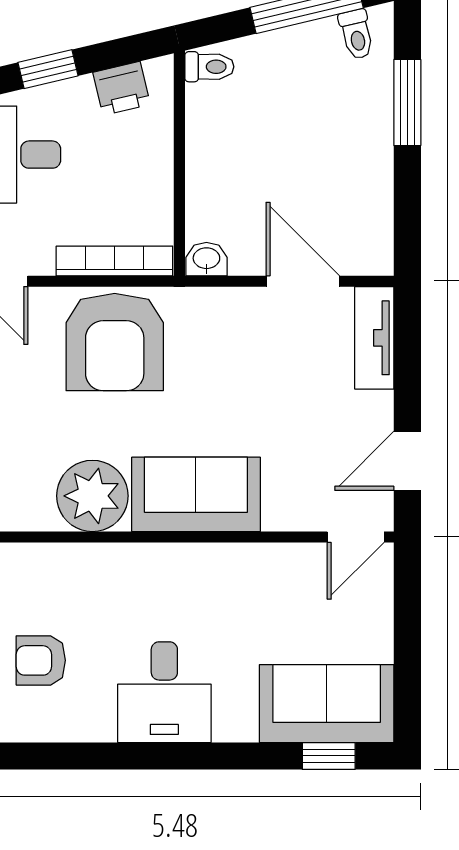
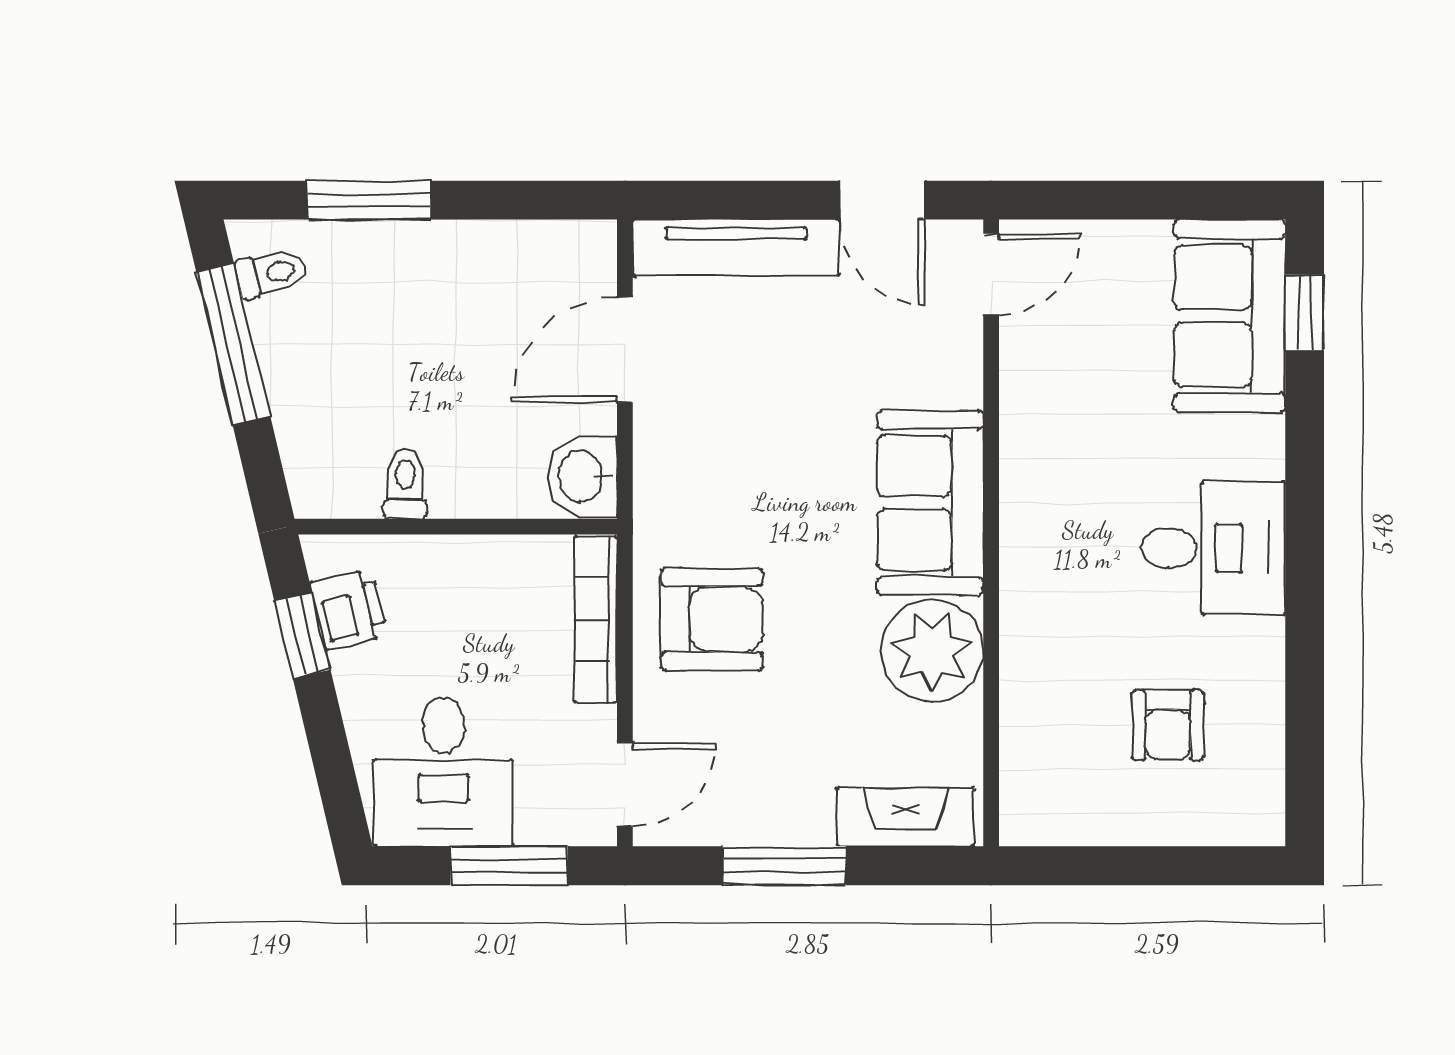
toilet: (209, 67) -> (405, 484), moved
window: (48, 69) -> (302, 635), moved
washbasin: (206, 259) -> (583, 476), width x1.38, depth x1.45
tv unit: (374, 338) -> (736, 247), width x1.41
armchair: (115, 342) -> (712, 619), width x0.73, depth x0.73
door: (356, 537) -> (991, 274), hinge flipped

